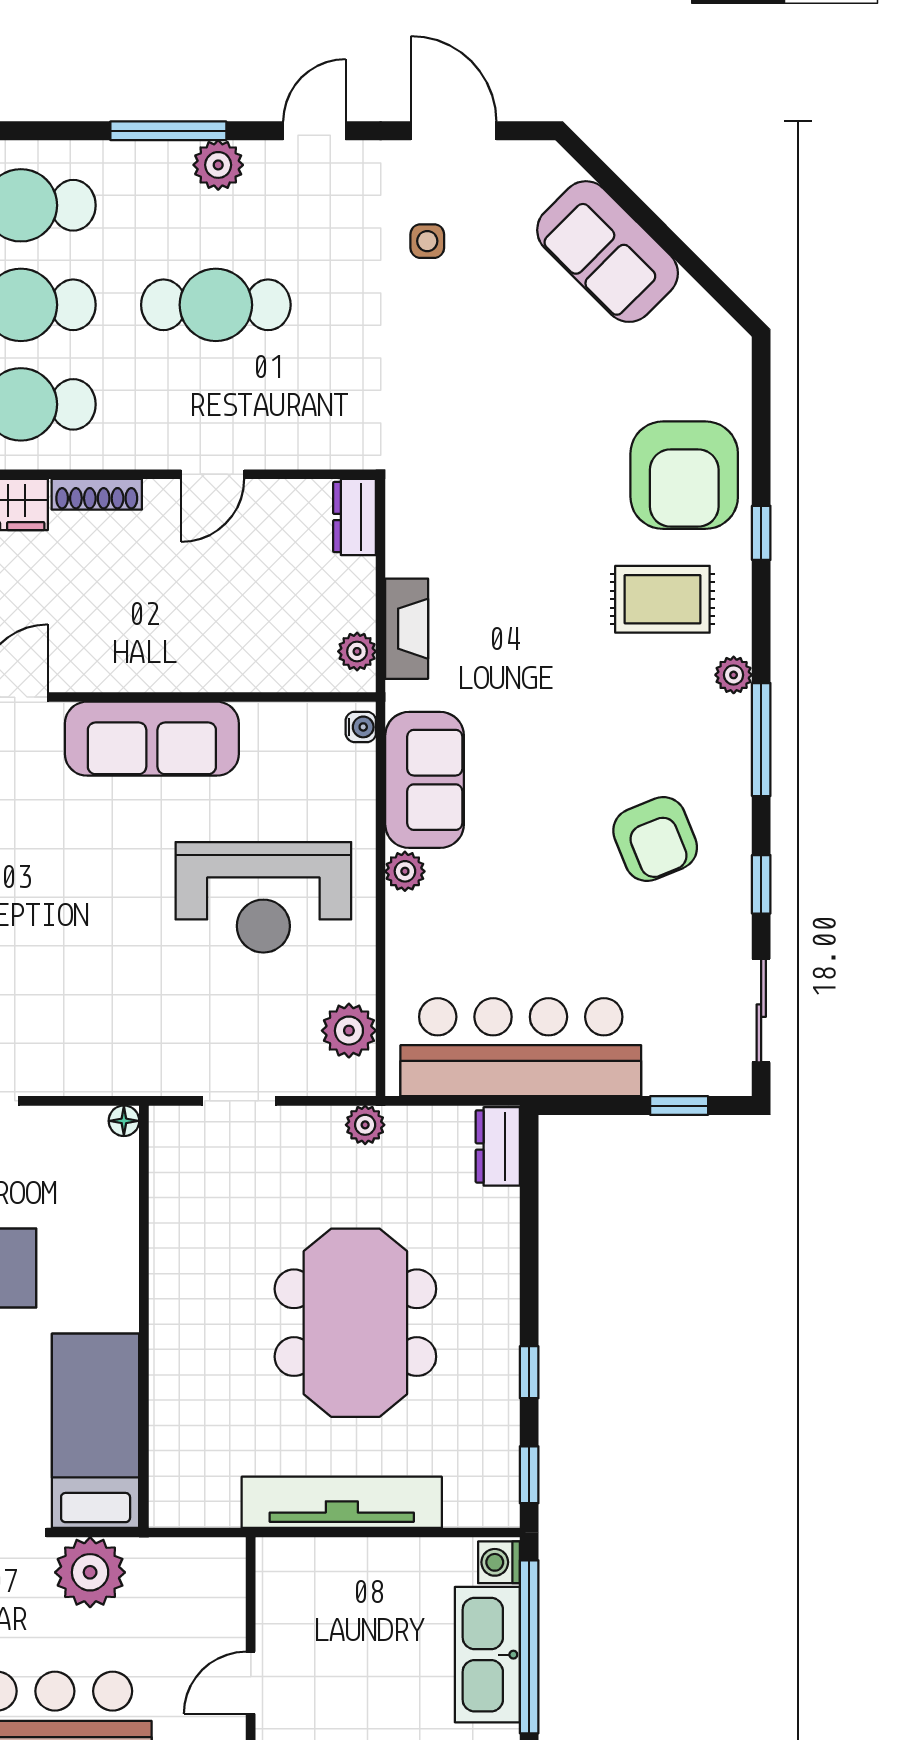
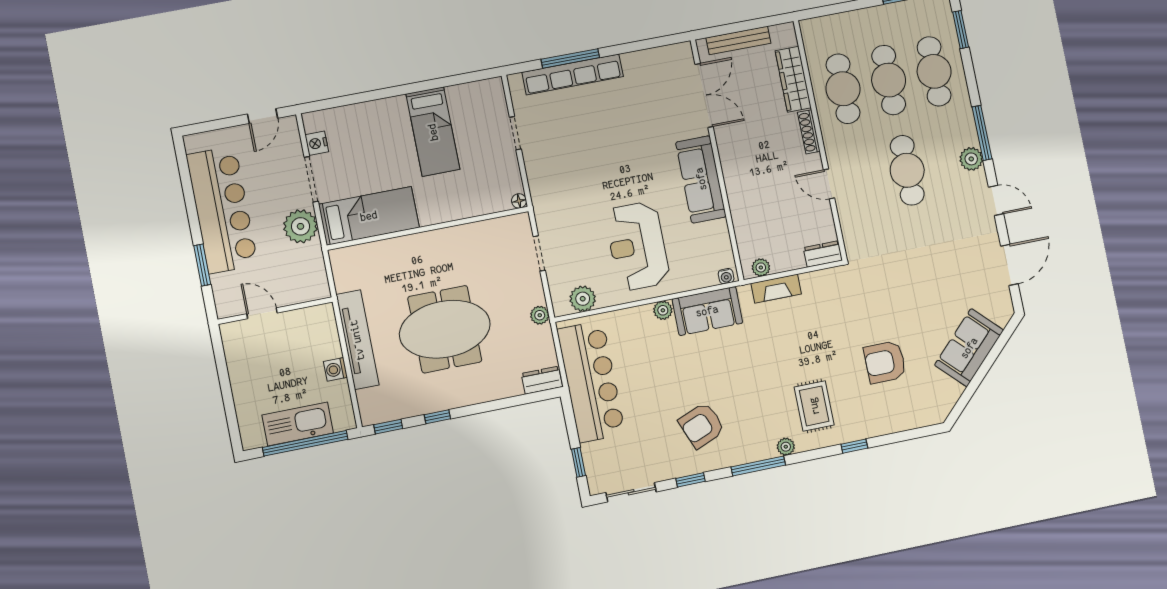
side table: (427, 241) -> (957, 263), removed
armchair: (684, 475) -> (885, 362), moved, width x0.73, depth x0.73
washing machine: (499, 1562) -> (335, 369), moved, turned -90

